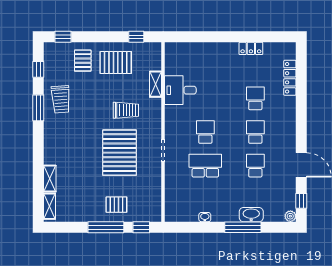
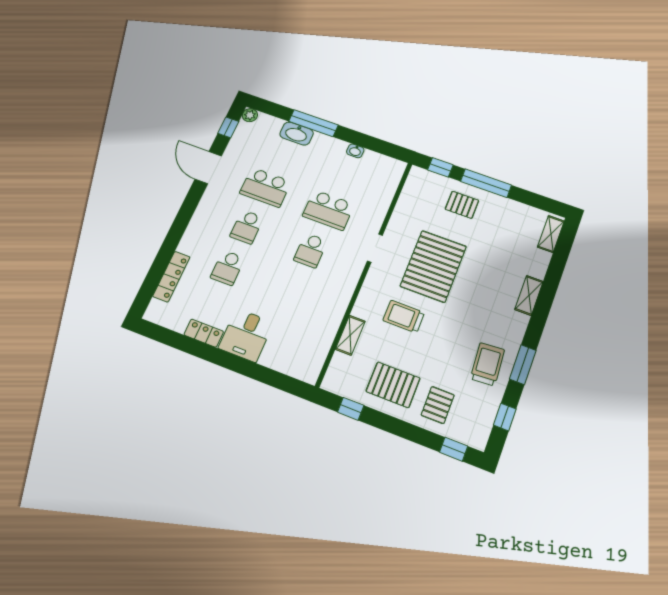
desk: (180, 90) -> (246, 335), moved, turned 90
school desk: (255, 166) -> (265, 187), width x1.85
shelving: (50, 179) -> (529, 295), moved

